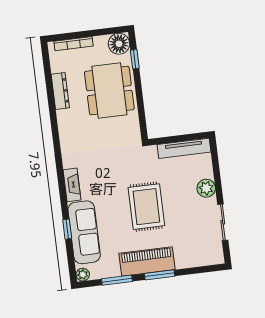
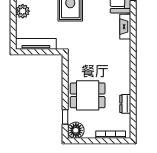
dresser: (60, 91) -> (125, 104), width x0.70
dining table: (109, 91) -> (88, 95), width x0.73

